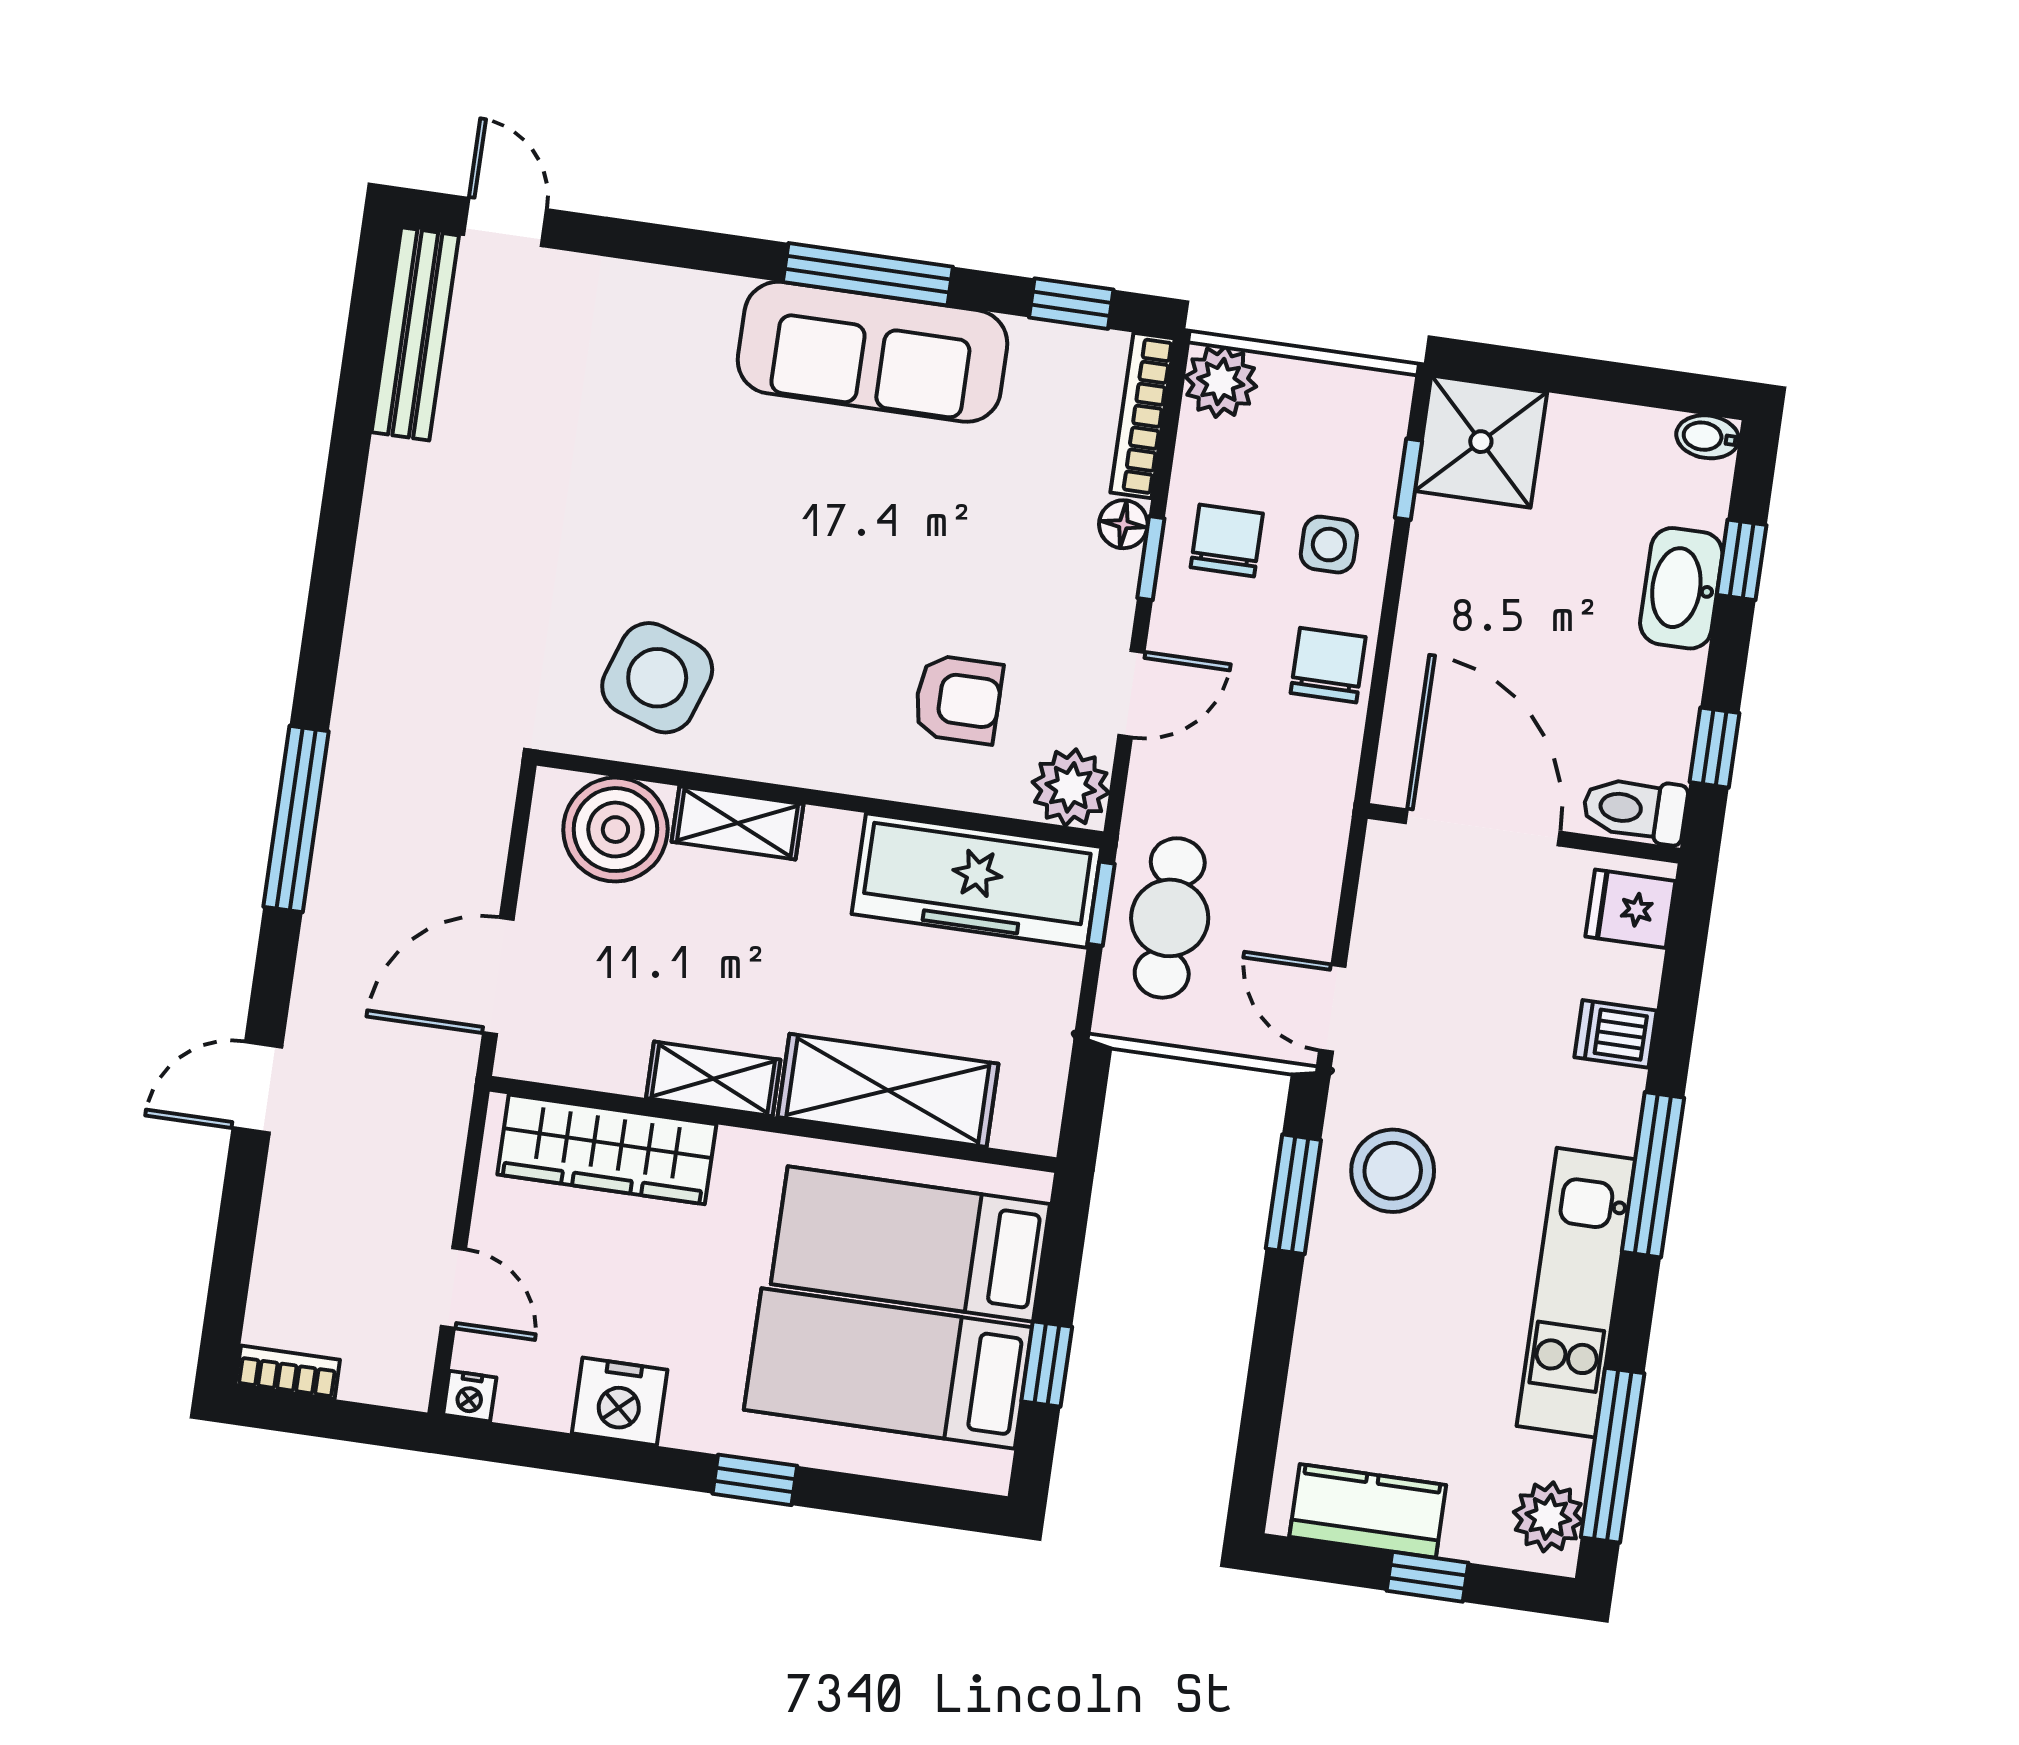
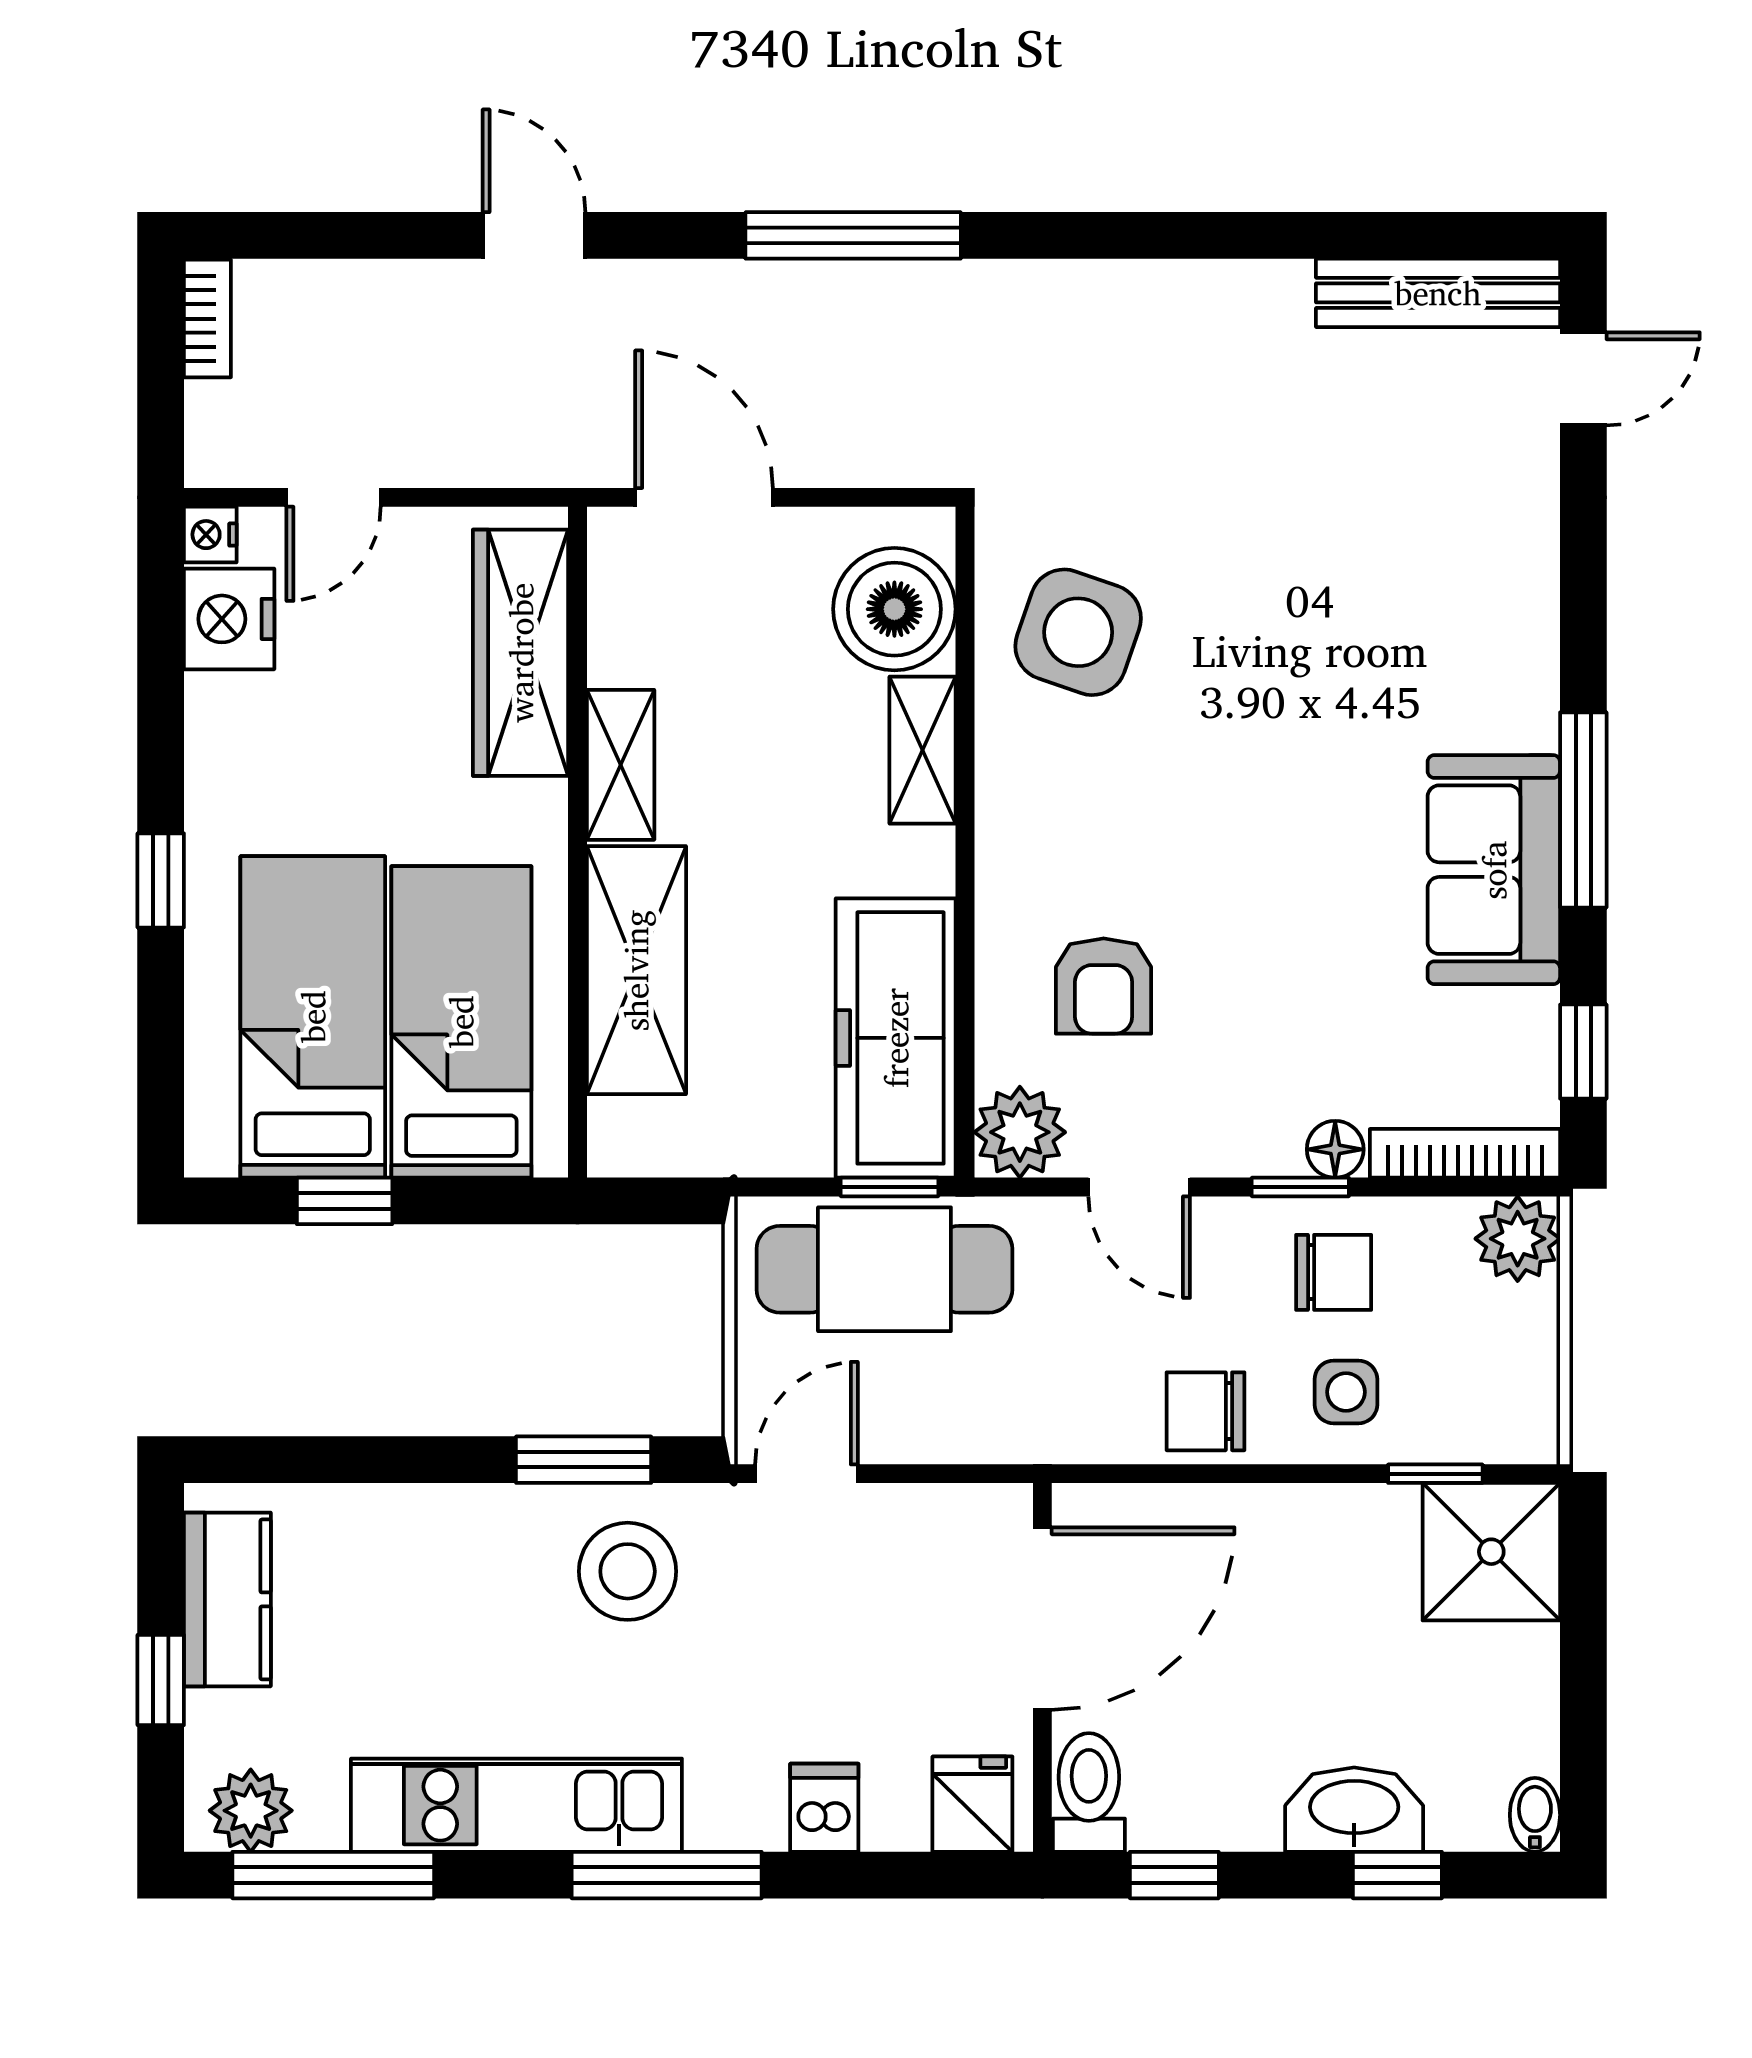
sofa: (873, 352) -> (1494, 870), width x0.73
chair: (1328, 665) -> (1206, 1411), turned 180
cafe table: (1170, 918) -> (884, 1269), width x1.37, depth x1.35
nightstand: (620, 1402) -> (229, 619), moved

